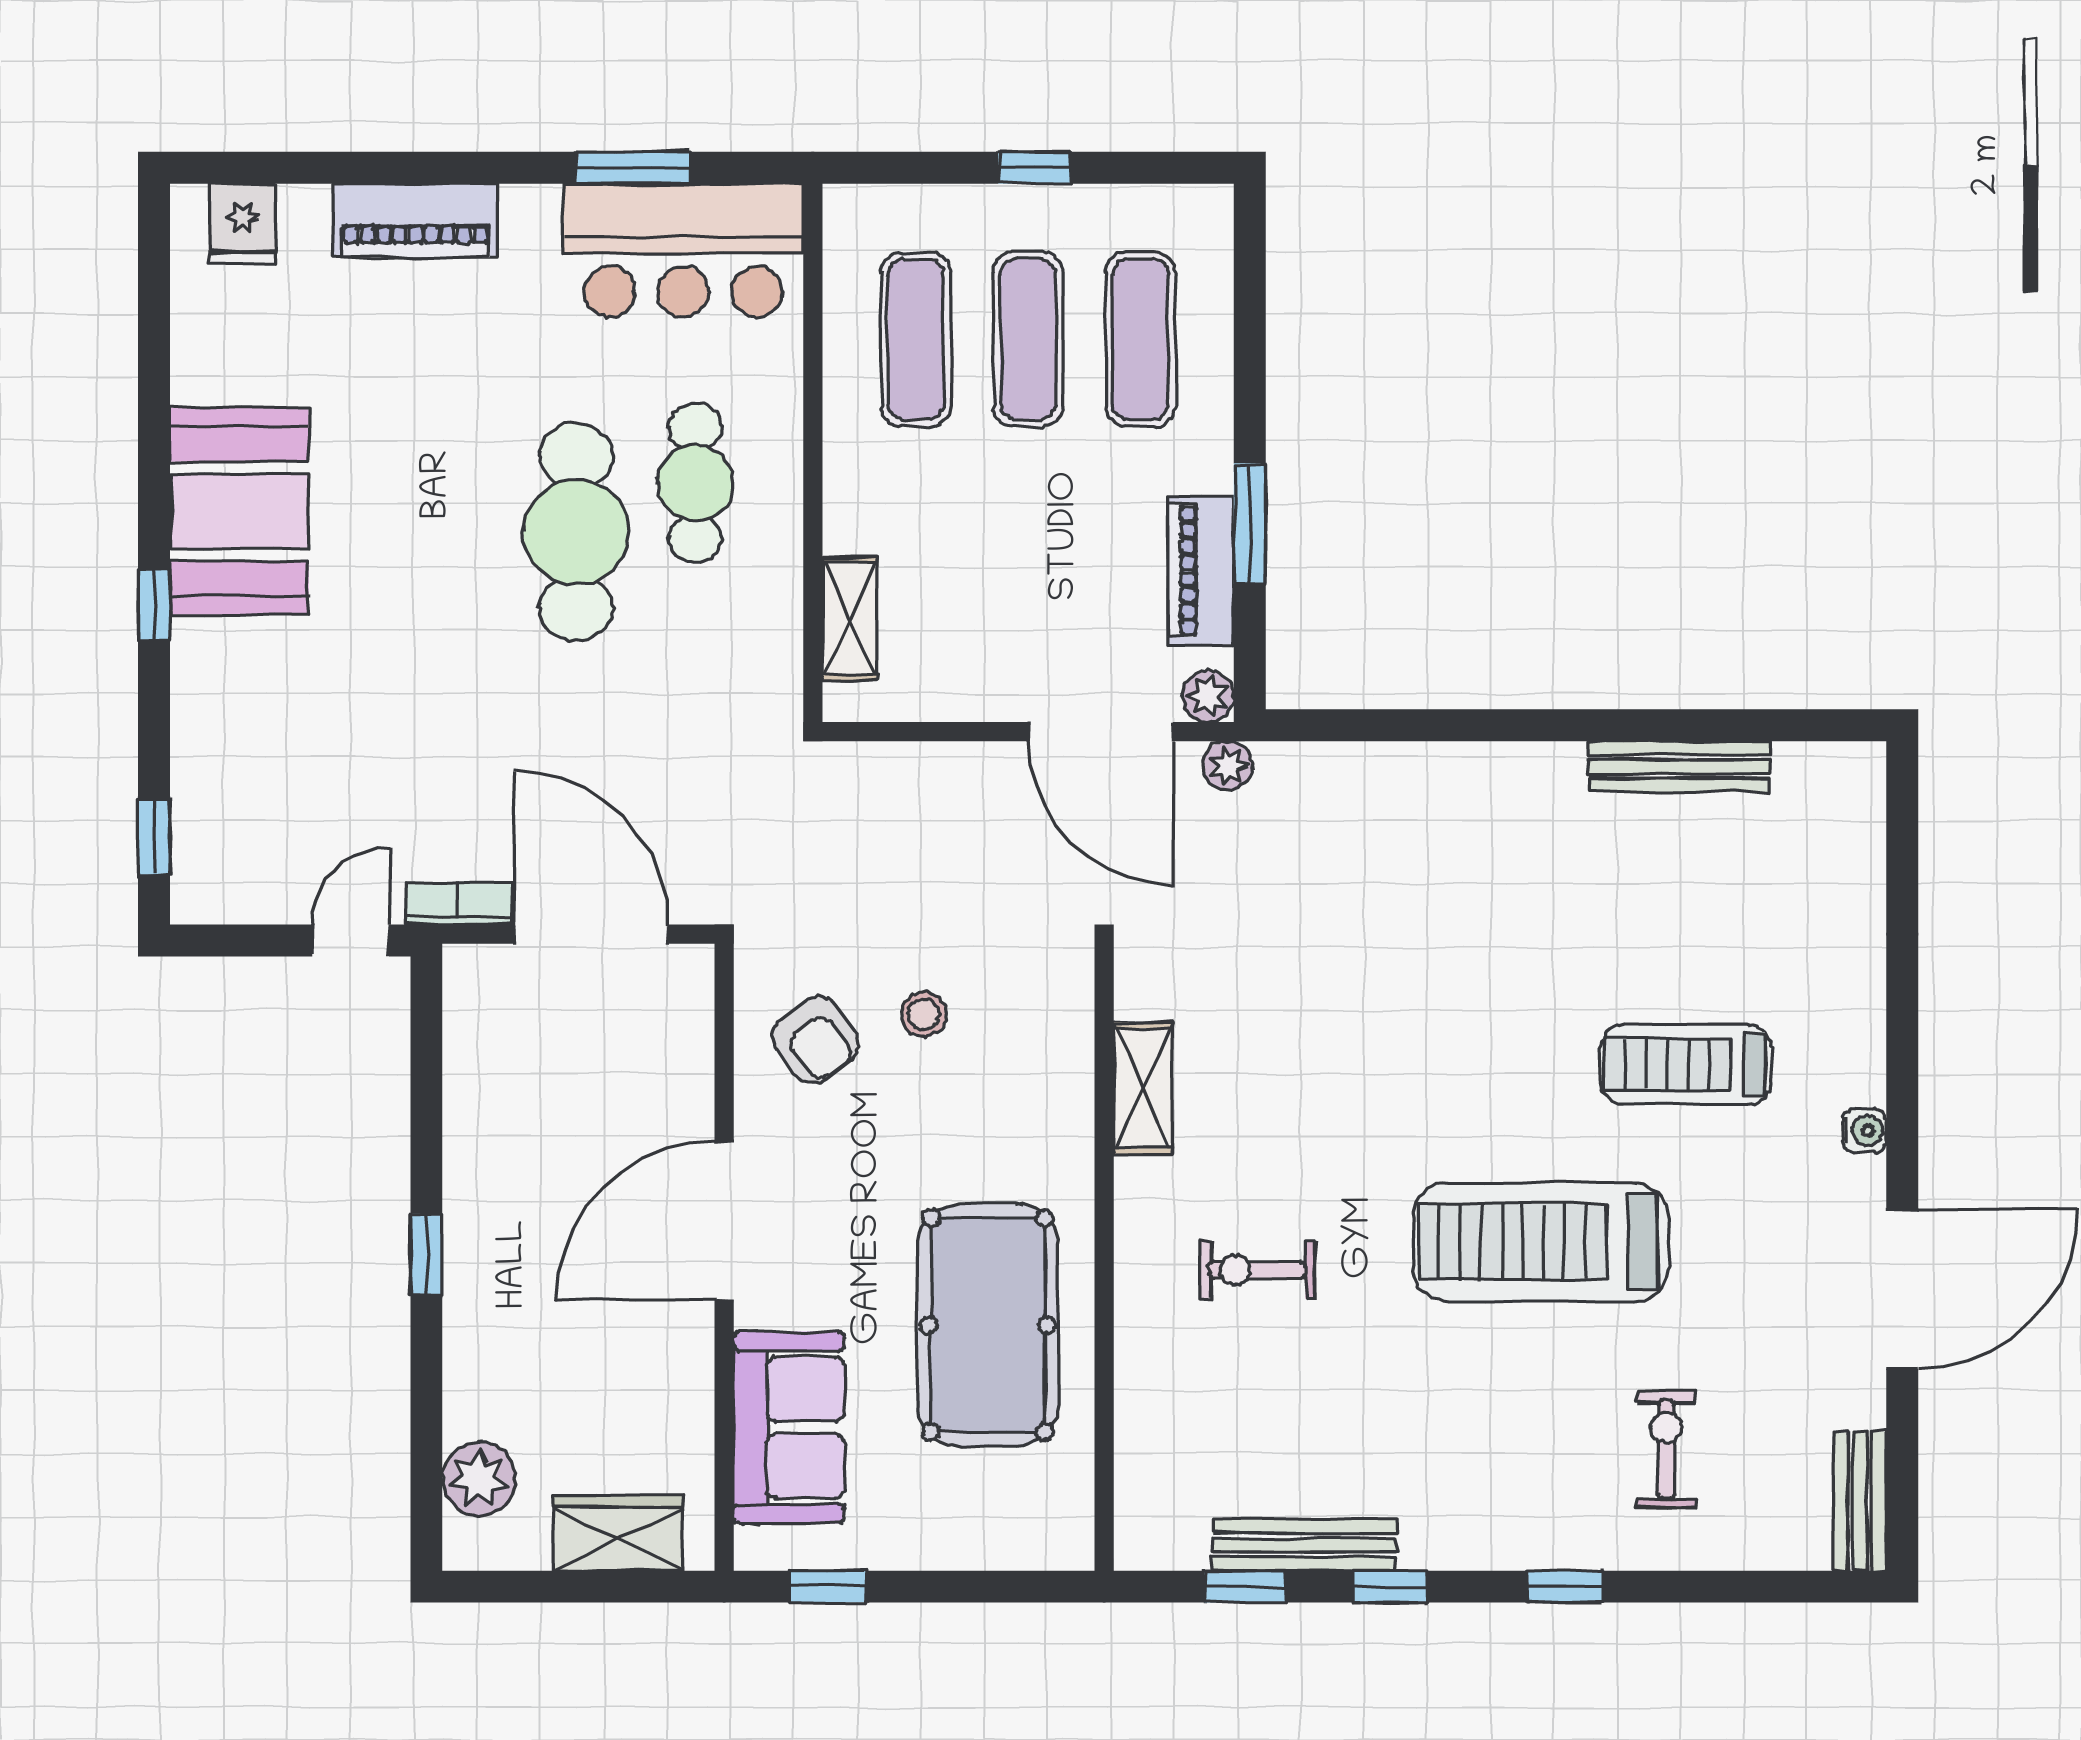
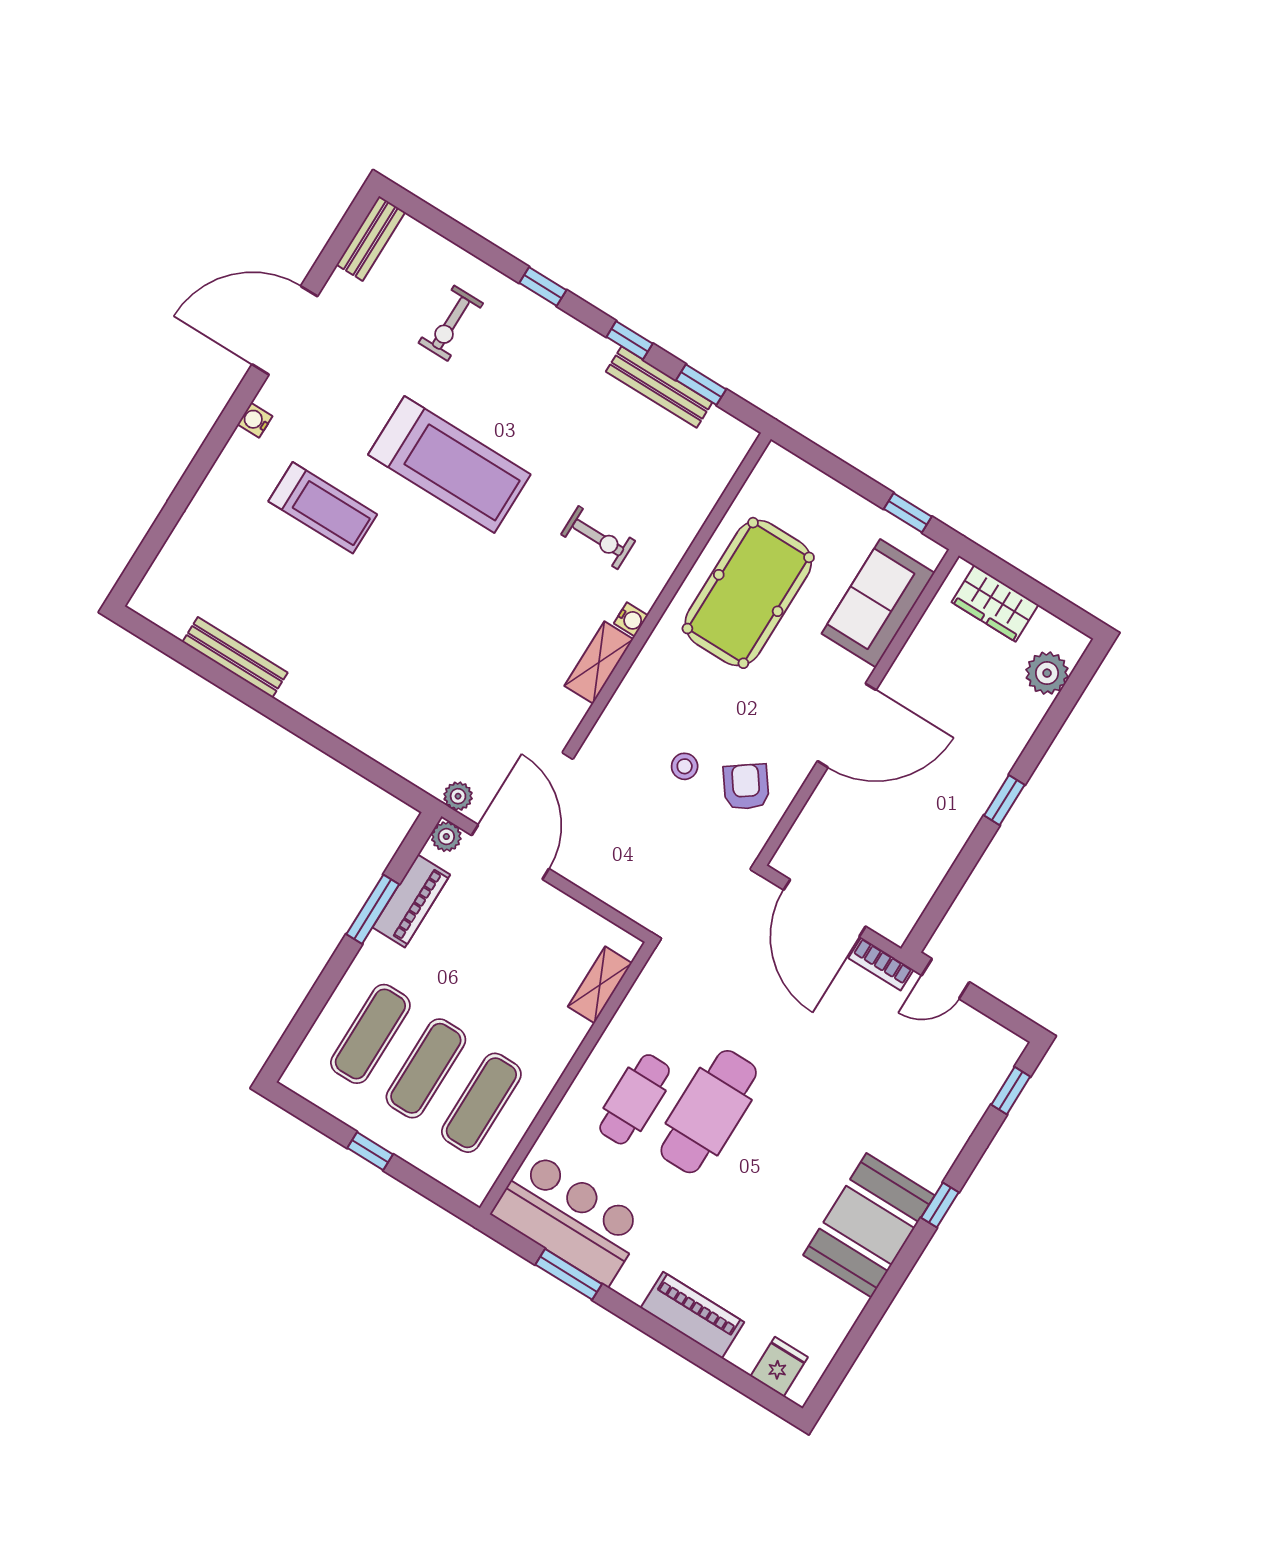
water cooler: (1135, 1180) -> (631, 619), added

